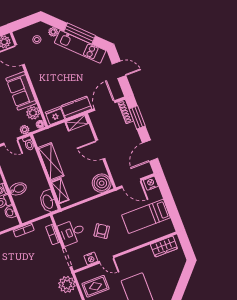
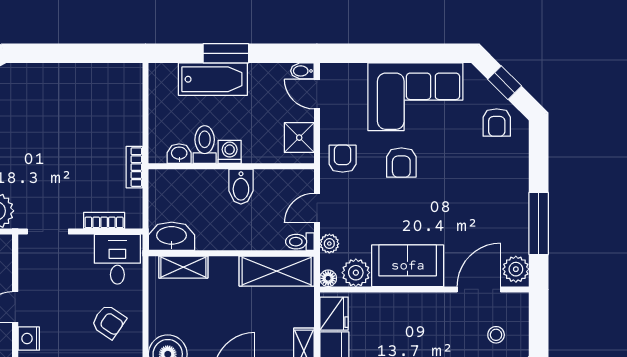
shelving: (51, 162) -> (277, 271), moved
bidet: (18, 189) -> (241, 187), moved
armchair: (102, 231) -> (109, 322), moved
desk: (72, 232) -> (117, 259), moved
nightstand: (91, 259) -> (29, 339), moved

